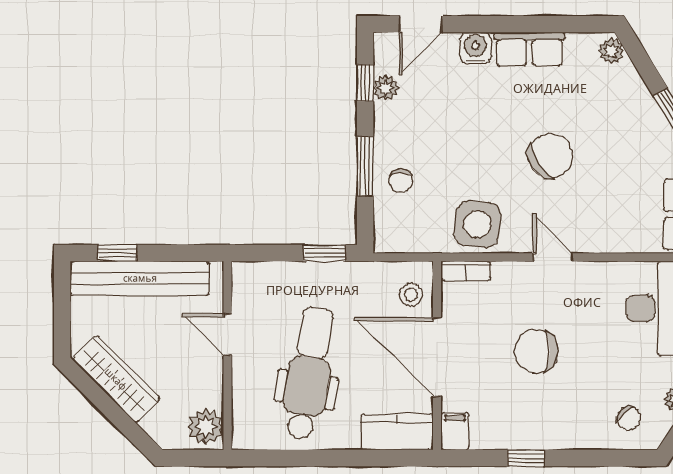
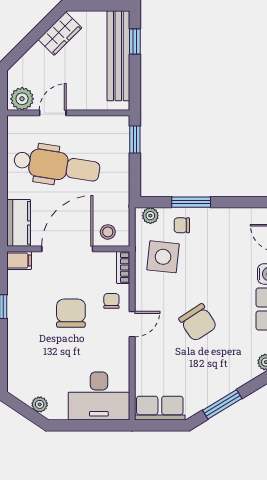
window: (365, 83) -> (245, 202), removed
plant: (386, 88) -> (150, 216), moved
side table: (478, 224) -> (163, 257), moved
window: (324, 253) -> (135, 140), moved
door: (227, 335) -> (53, 113), moved
wardrobe: (116, 379) -> (60, 34), width x0.67
chair: (629, 418) -> (111, 301), moved, turned 133

